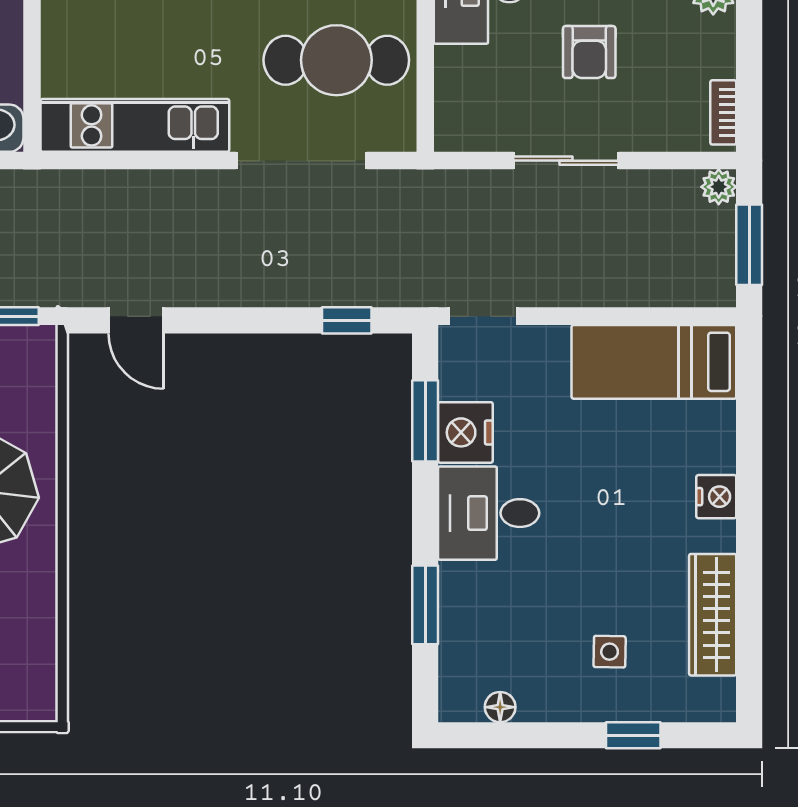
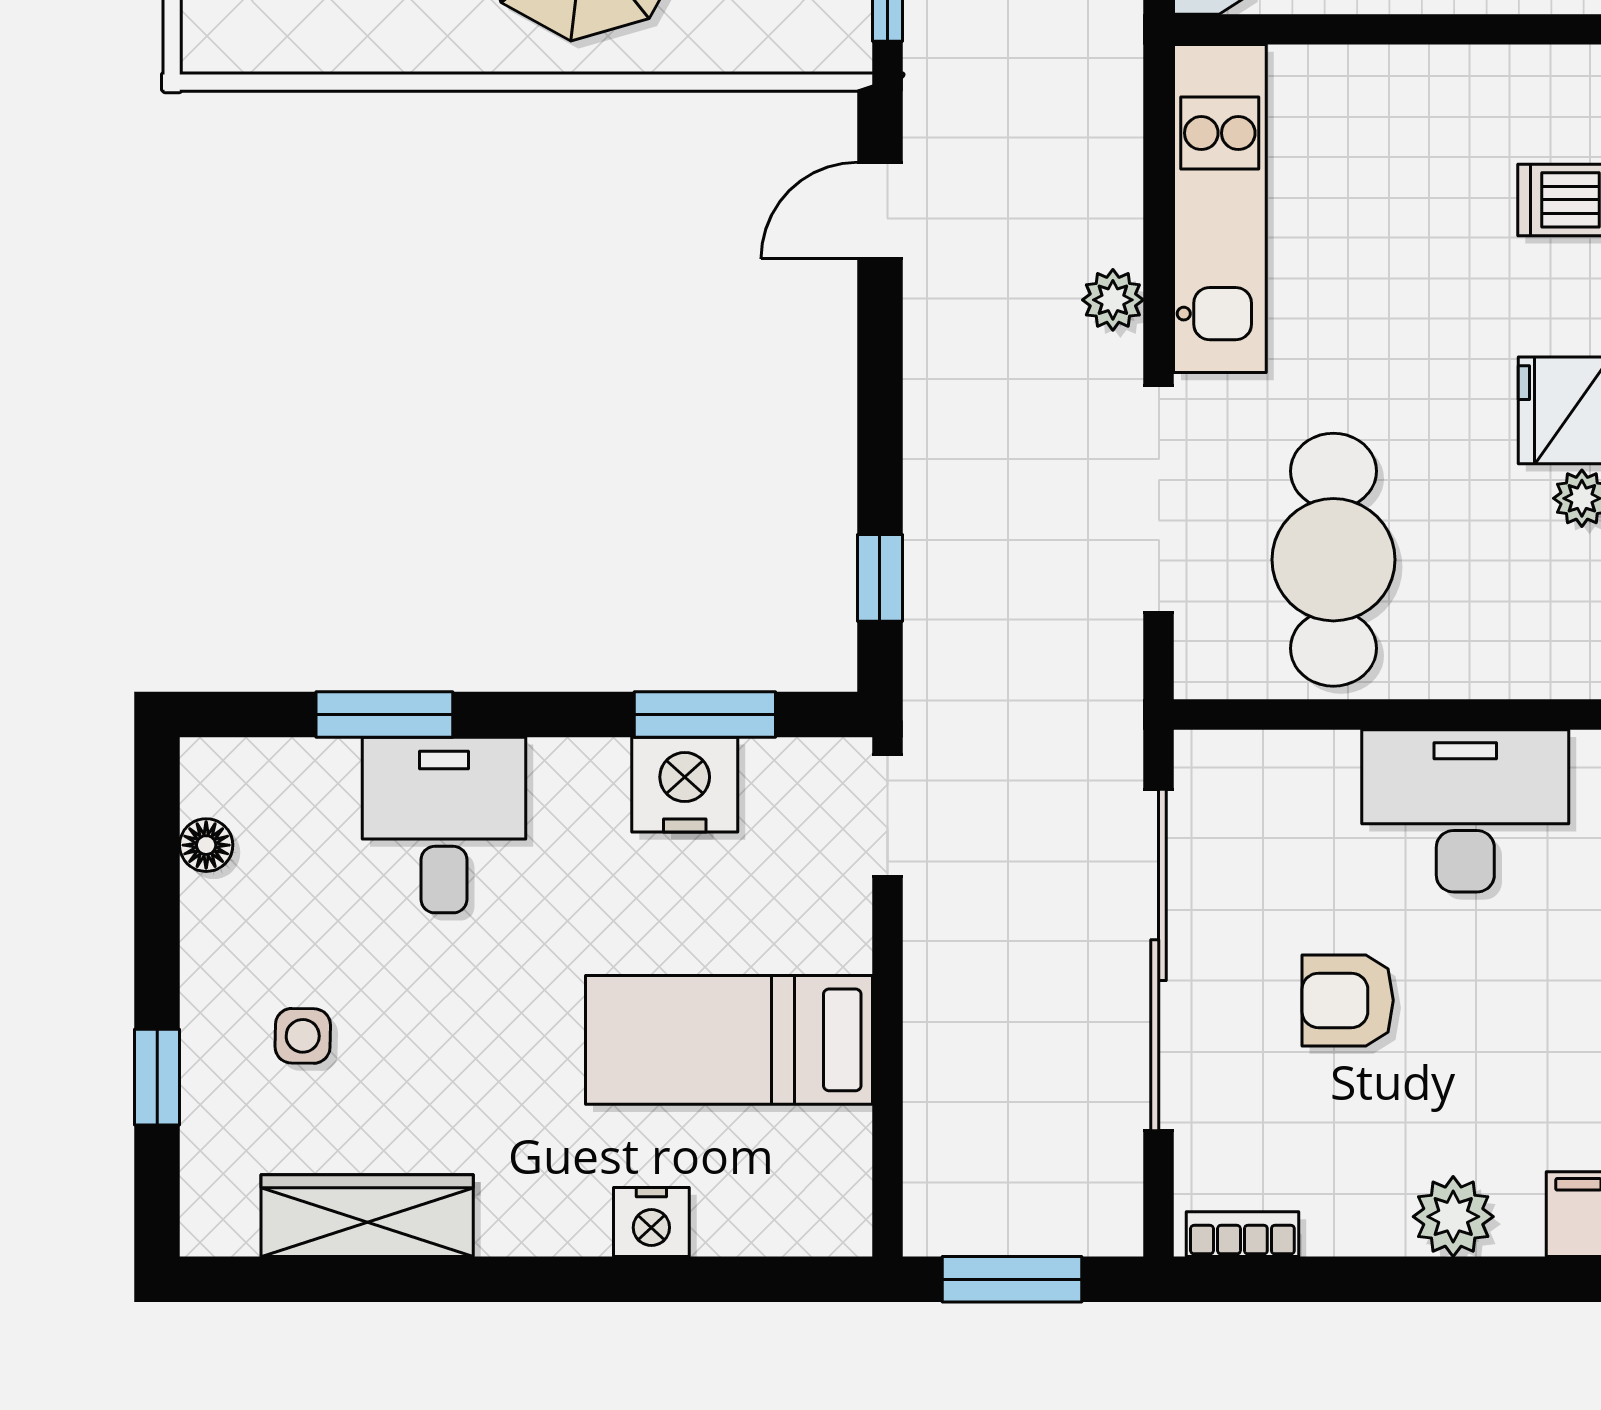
sliding door: (566, 161) -> (1159, 960), width x1.86
plant: (719, 187) -> (1113, 300), moved
bed: (654, 362) -> (729, 1040), moved, turned -90
nightstand: (716, 497) -> (651, 1222), moved
desk: (489, 513) -> (444, 825), moved

